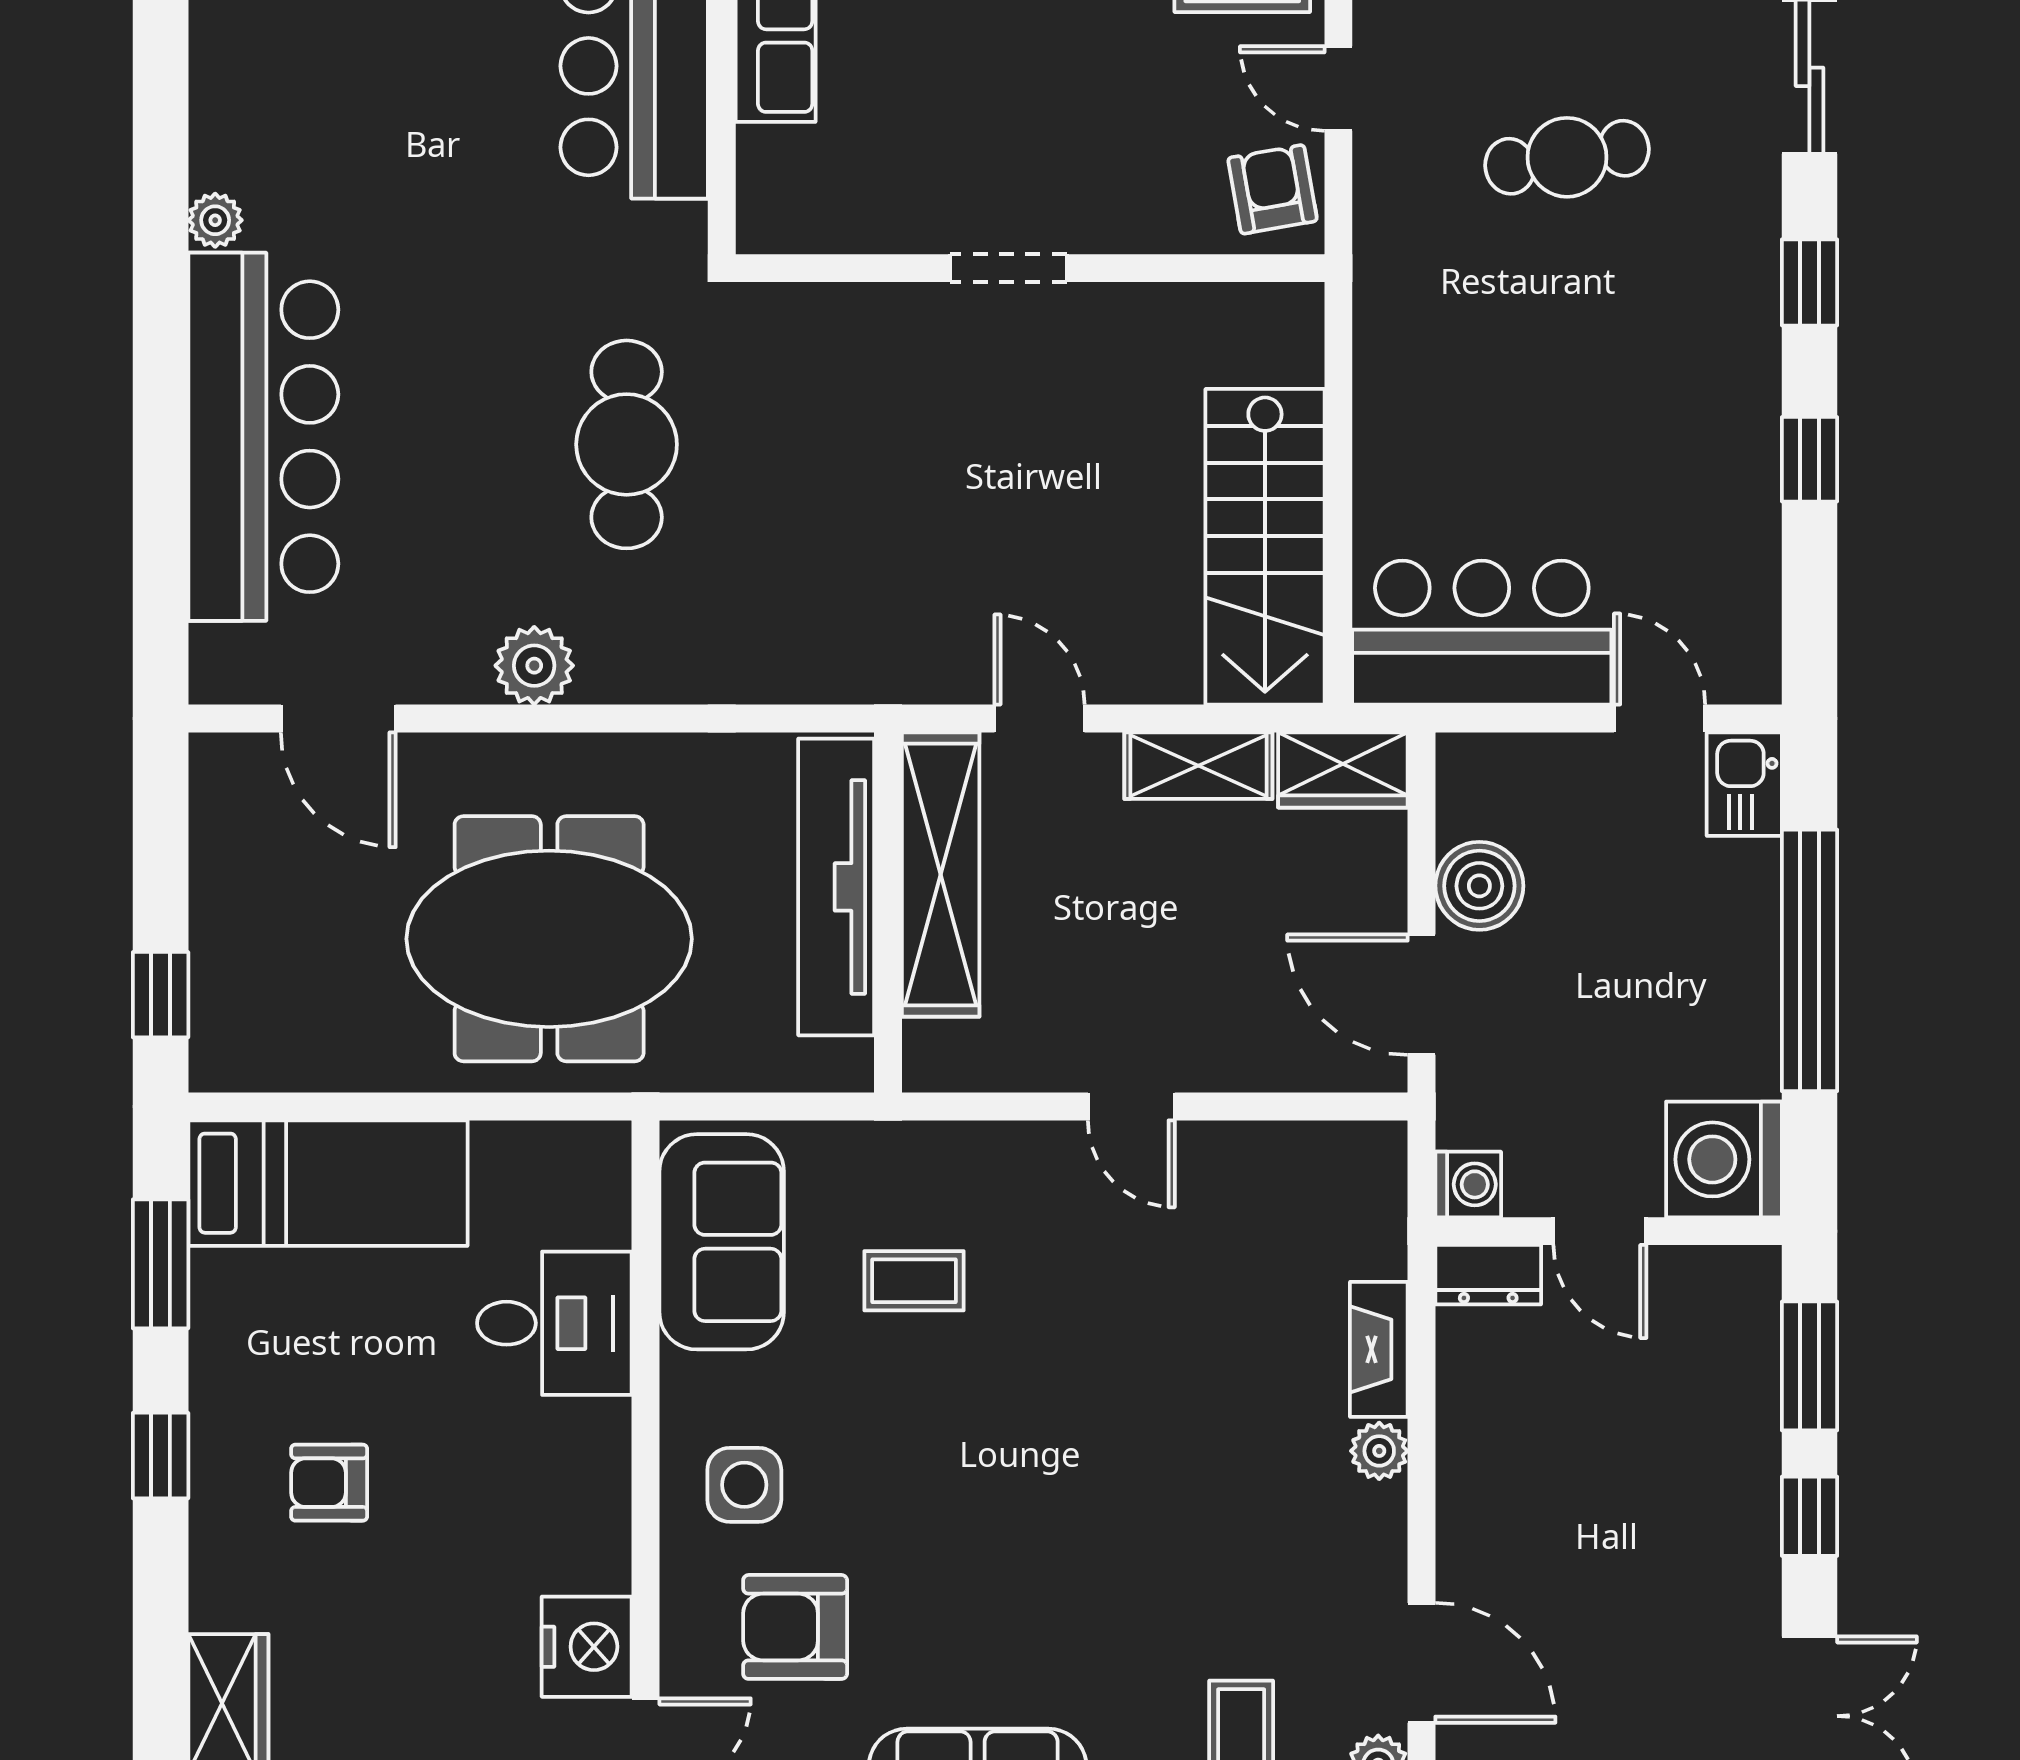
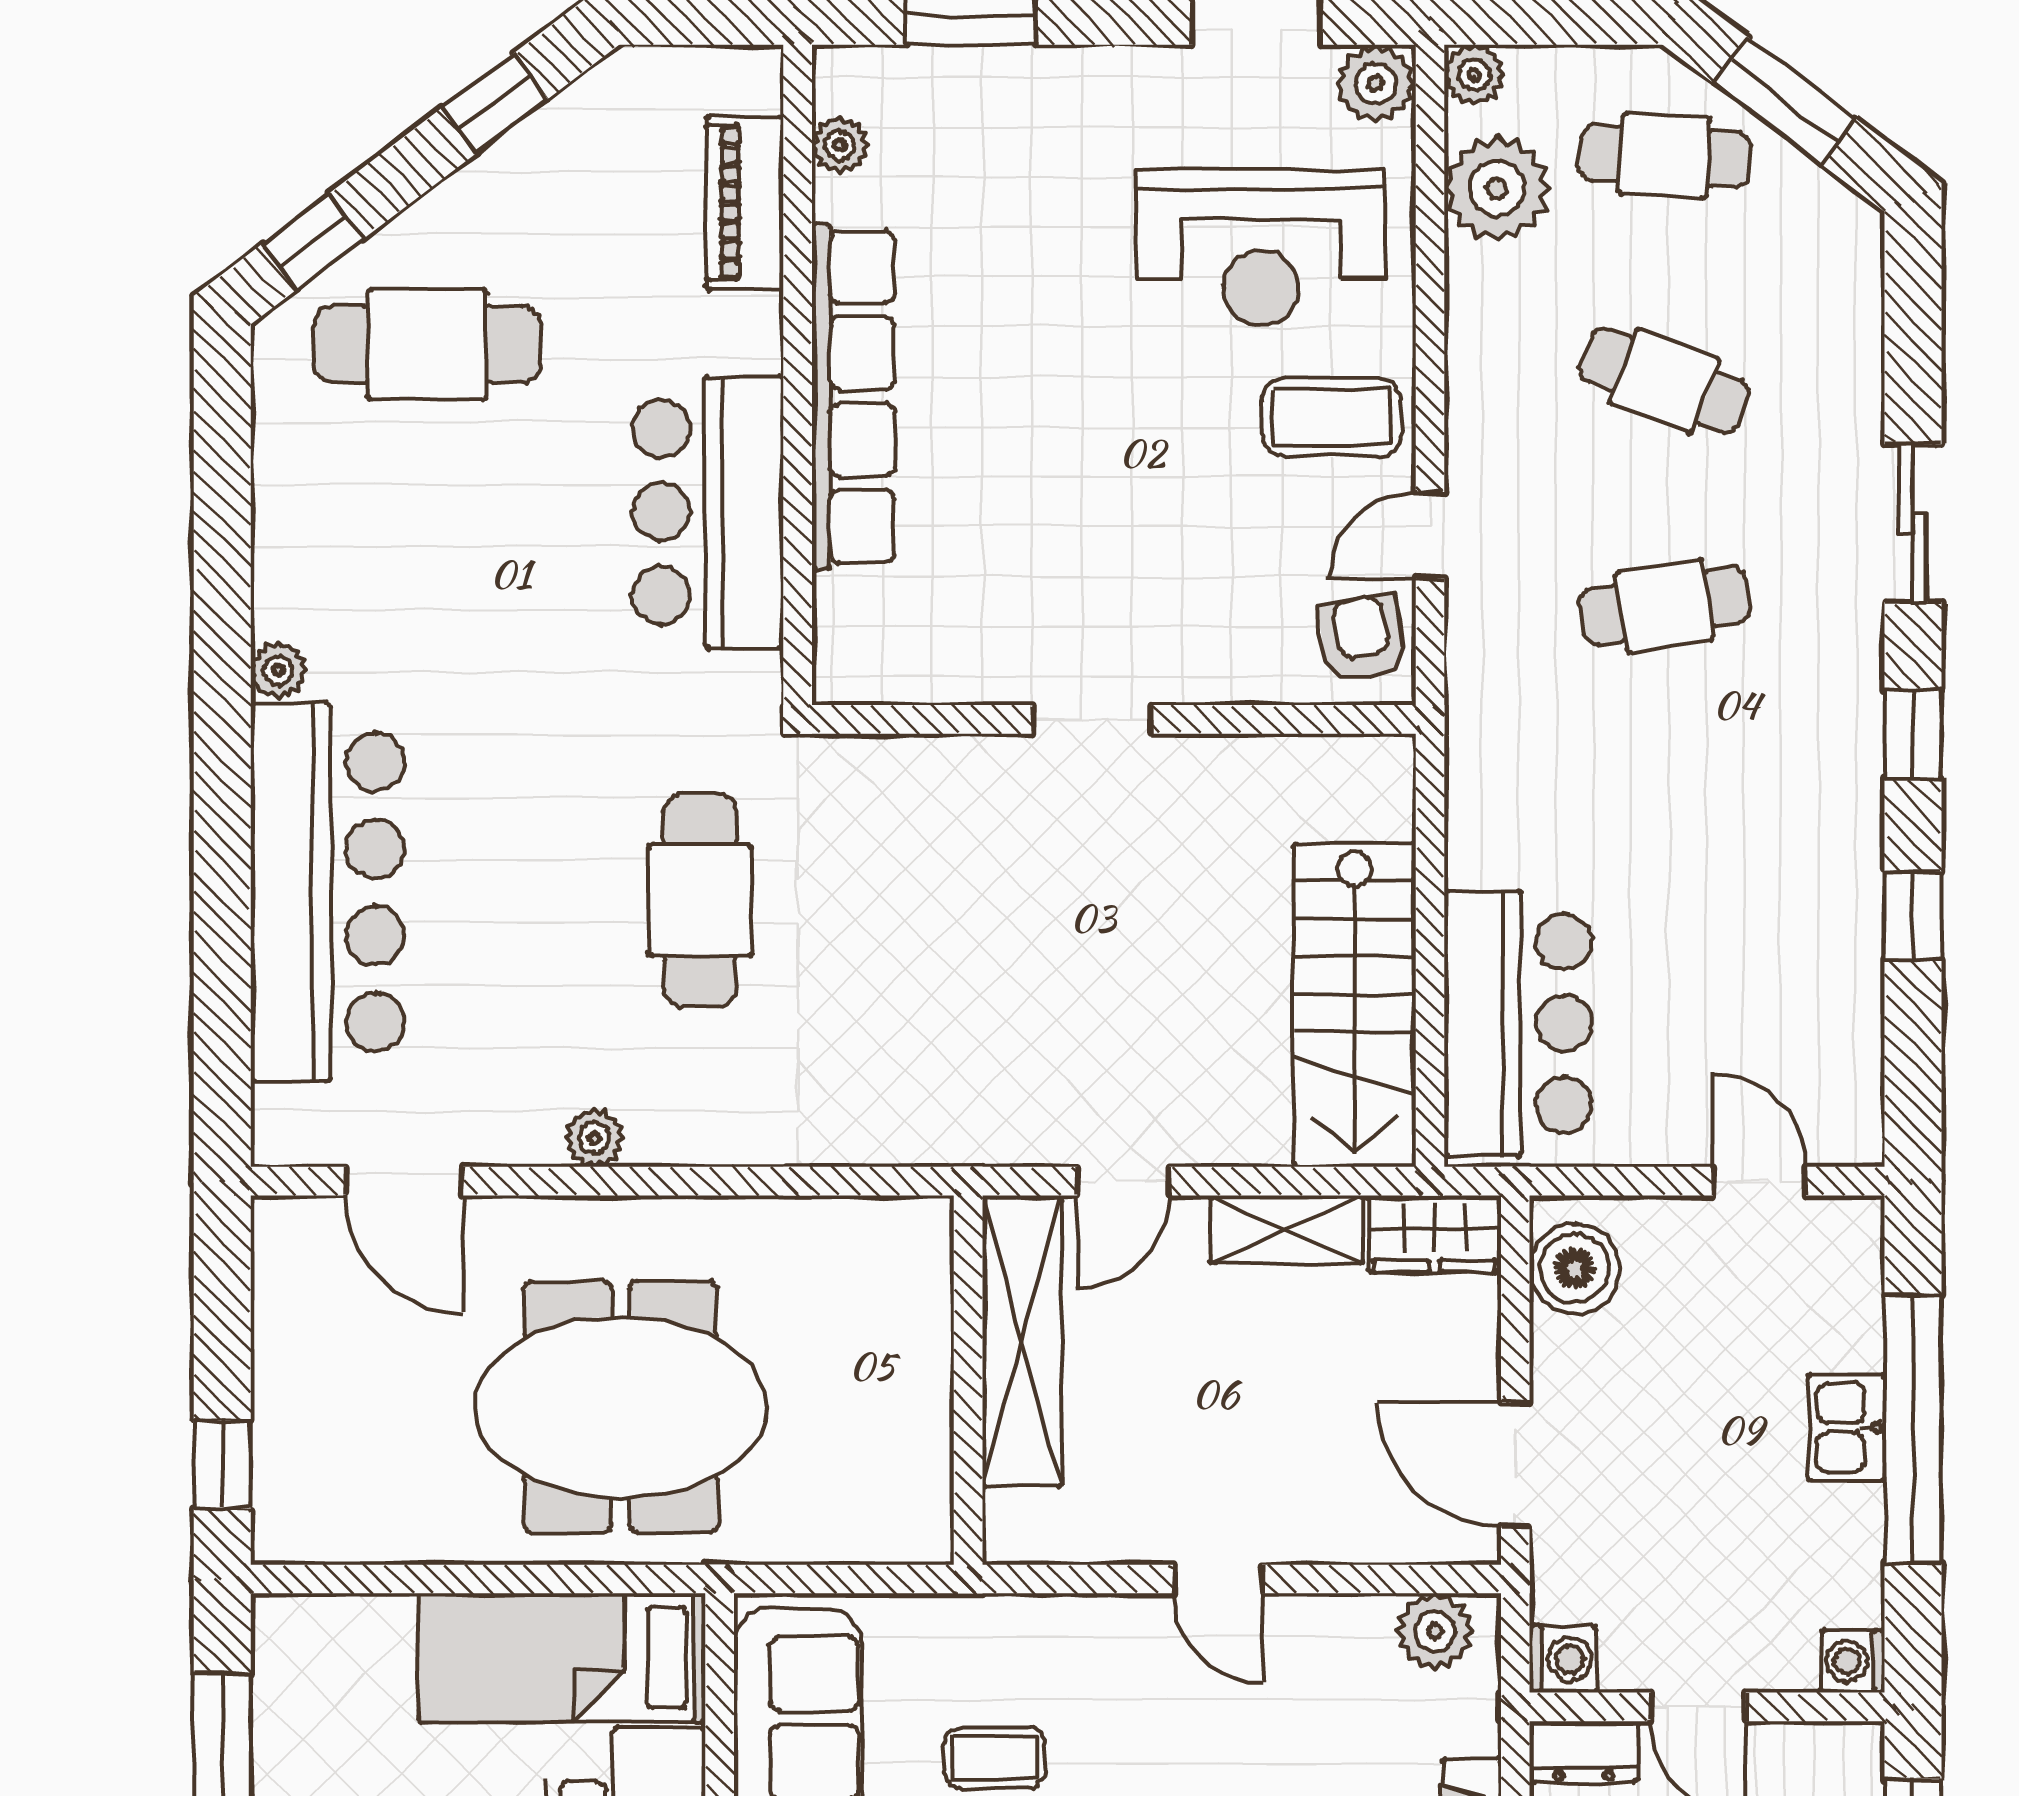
door: (1338, 89) -> (1430, 535), hinge flipped
bar counter: (1482, 633) -> (1518, 1023), moved, turned 90
plant: (534, 666) -> (594, 1138), width x0.73, depth x0.73
door: (1039, 718) -> (1123, 1181), swing flipped
kitchen sink: (1744, 784) -> (1846, 1428), moved
boiler: (1479, 886) -> (1575, 1268), moved
tv unit: (836, 887) -> (915, 1354), removed
plant: (1343, 1158) -> (1435, 1631), added
washing machine: (1724, 1159) -> (1853, 1661), width x0.53, depth x0.53
bed: (328, 1183) -> (562, 1658), moved, turned 180

